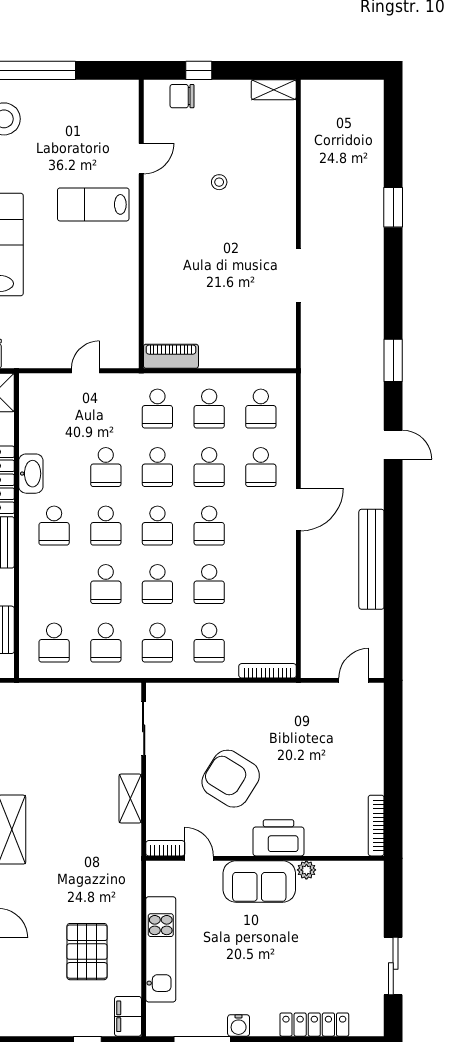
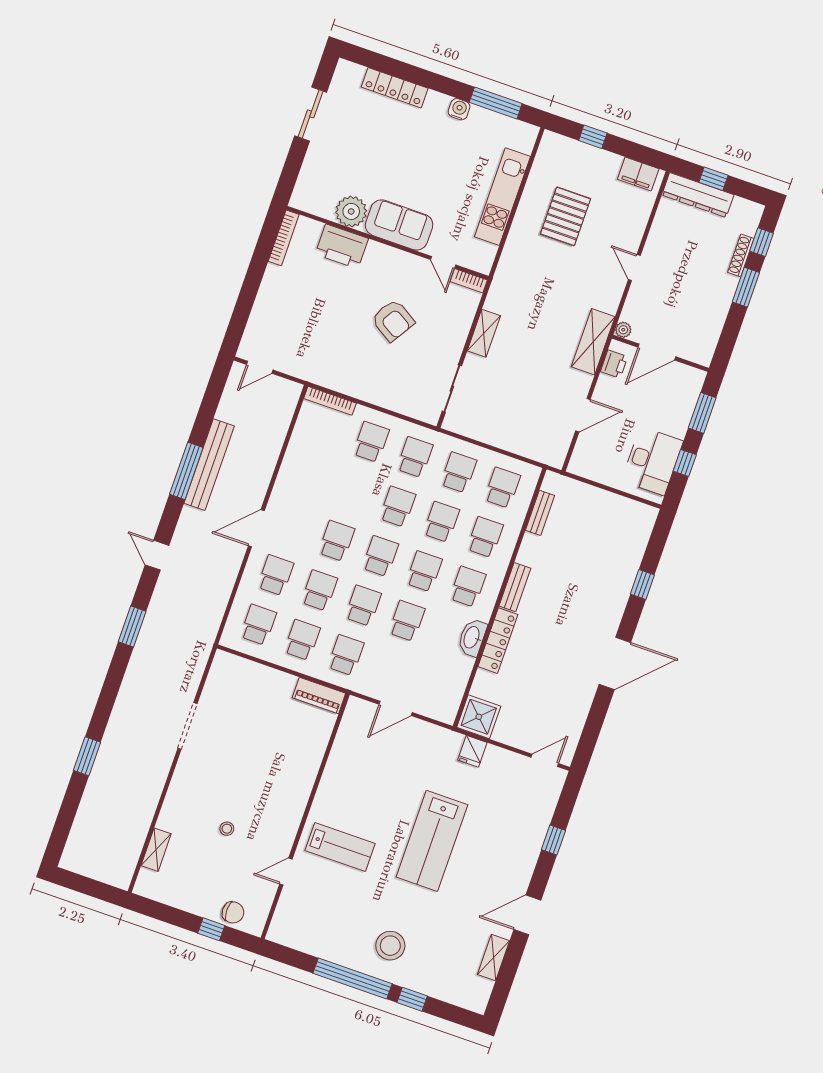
shelving: (274, 90) -> (156, 850), moved, turned 90
door: (85, 371) -> (396, 708), width x1.38
window: (393, 544) -> (186, 471), added
school desk: (209, 584) -> (485, 537), moved
armchair: (231, 779) -> (393, 320), width x0.73, depth x0.73
printer: (279, 838) -> (342, 246), moved
plant: (306, 870) -> (351, 211), width x1.87, depth x1.87
filing cabinet: (128, 1016) -> (638, 174), moved, turned 90

